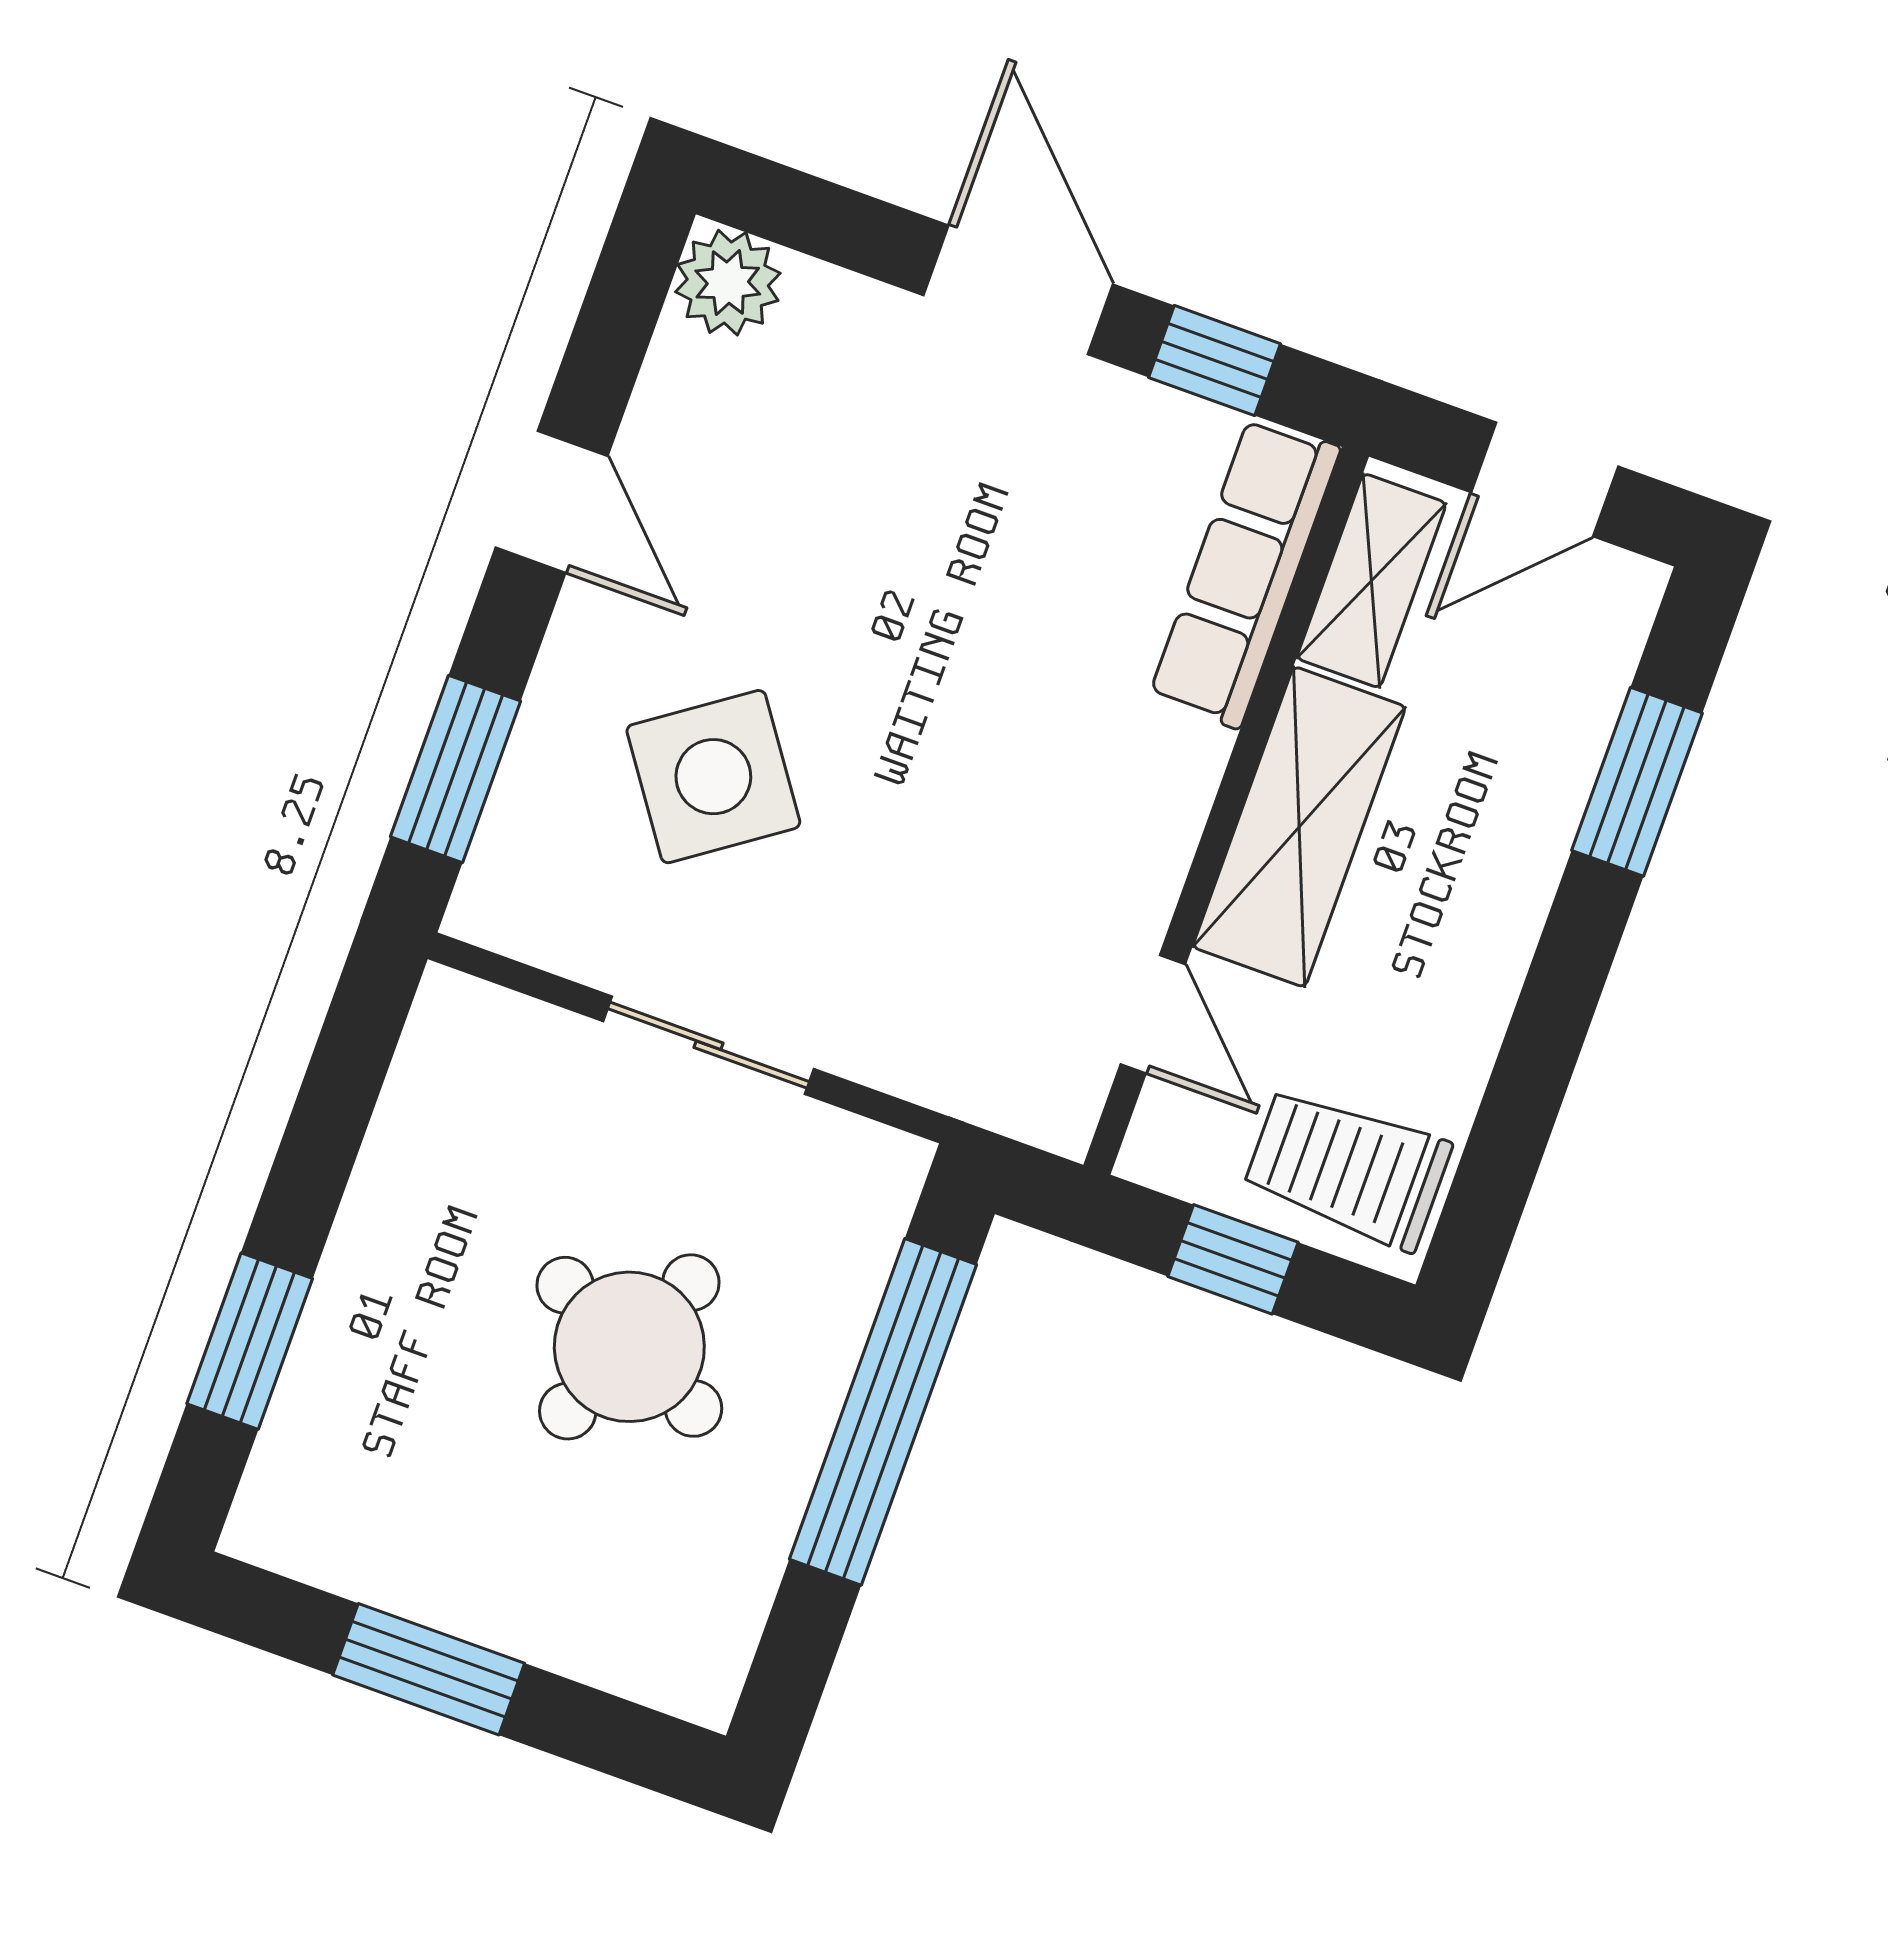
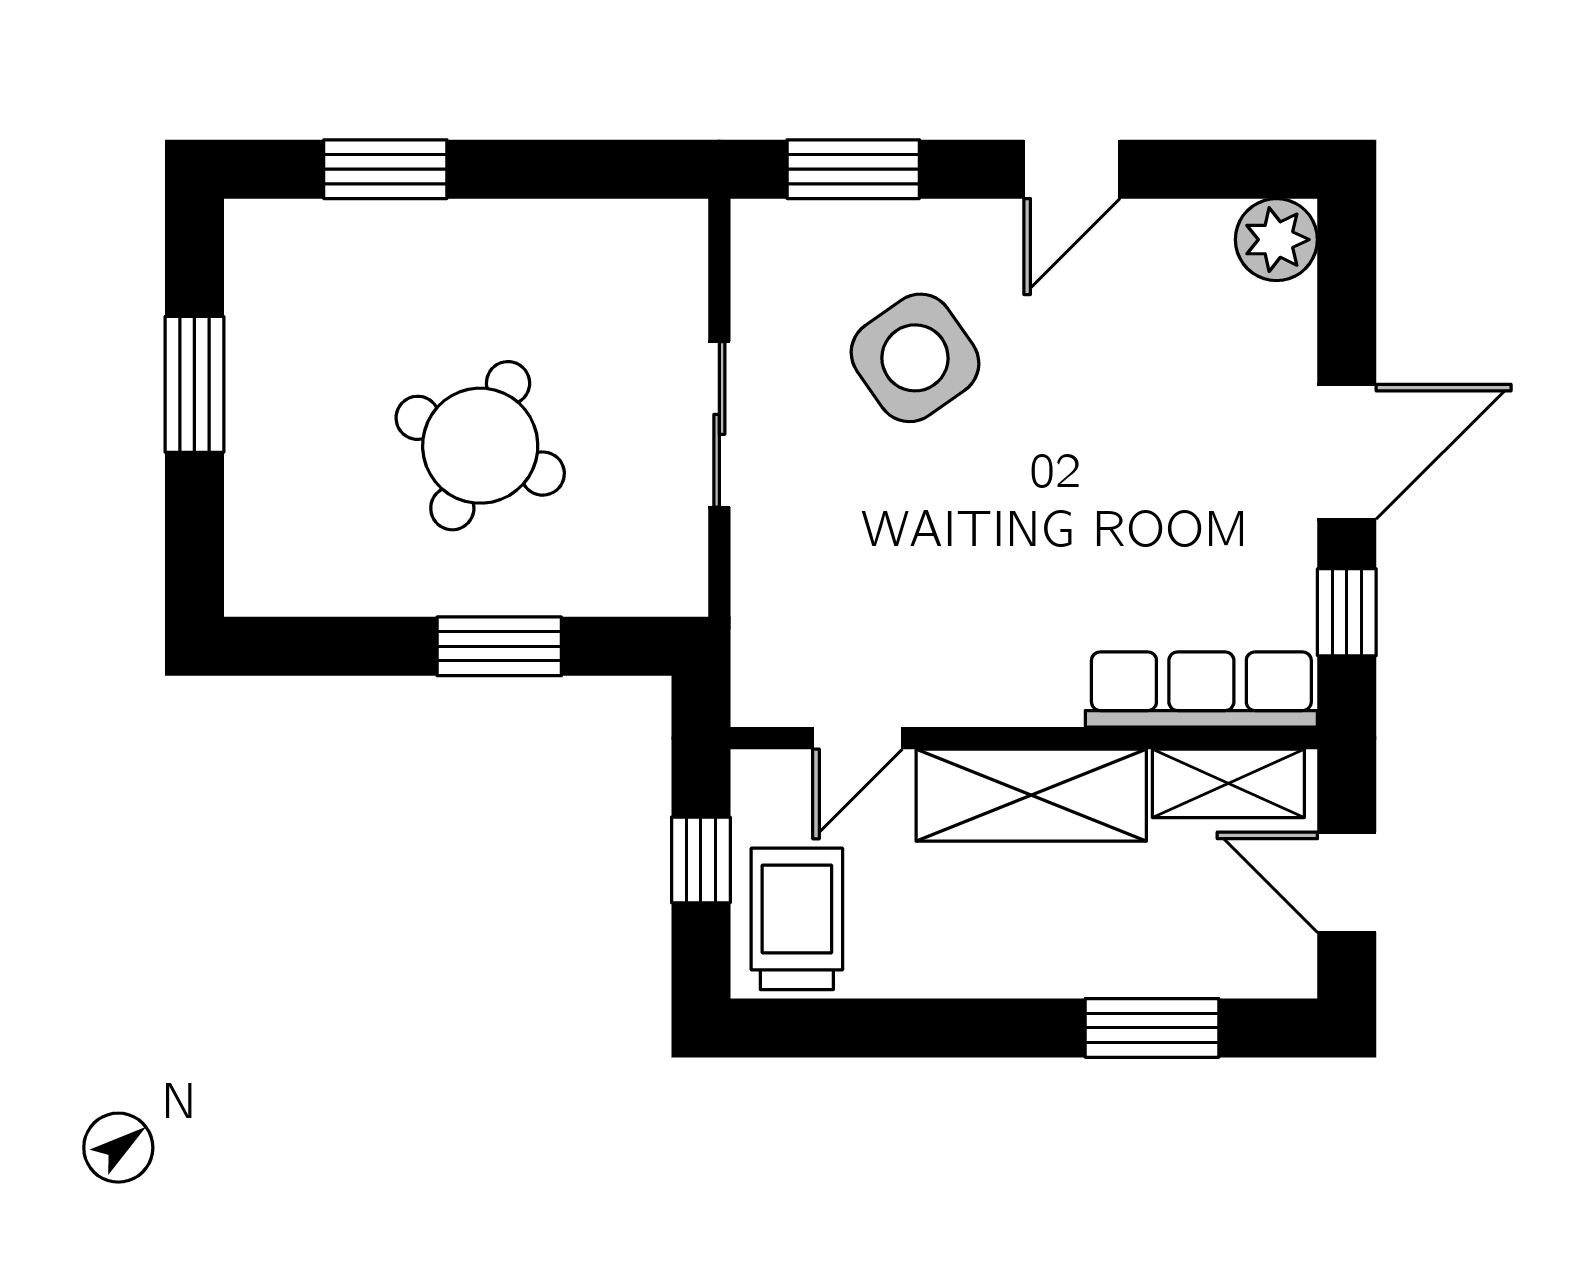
window: (883, 1412) -> (499, 646), width x0.47

